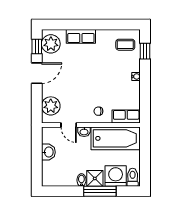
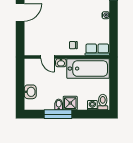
plant: (51, 106) -> (32, 41), removed
washbasin: (48, 152) -> (30, 92), moved
washing machine: (116, 176) -> (92, 105), width x0.53, depth x0.53
window: (100, 191) -> (58, 114), moved

